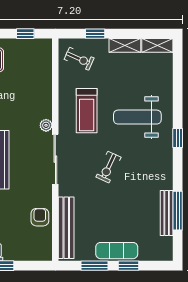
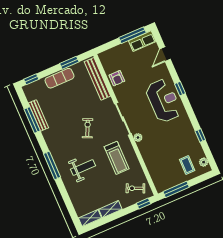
window: (25, 34) -> (176, 189), width x2.17
window: (95, 34) -> (144, 203), moved
treadmill: (87, 111) -> (117, 158), turned 180
weight bench: (137, 117) -> (83, 168), width x0.73, depth x0.75
window: (178, 138) -> (52, 165), width x2.17
window: (128, 266) -> (31, 79), moved

